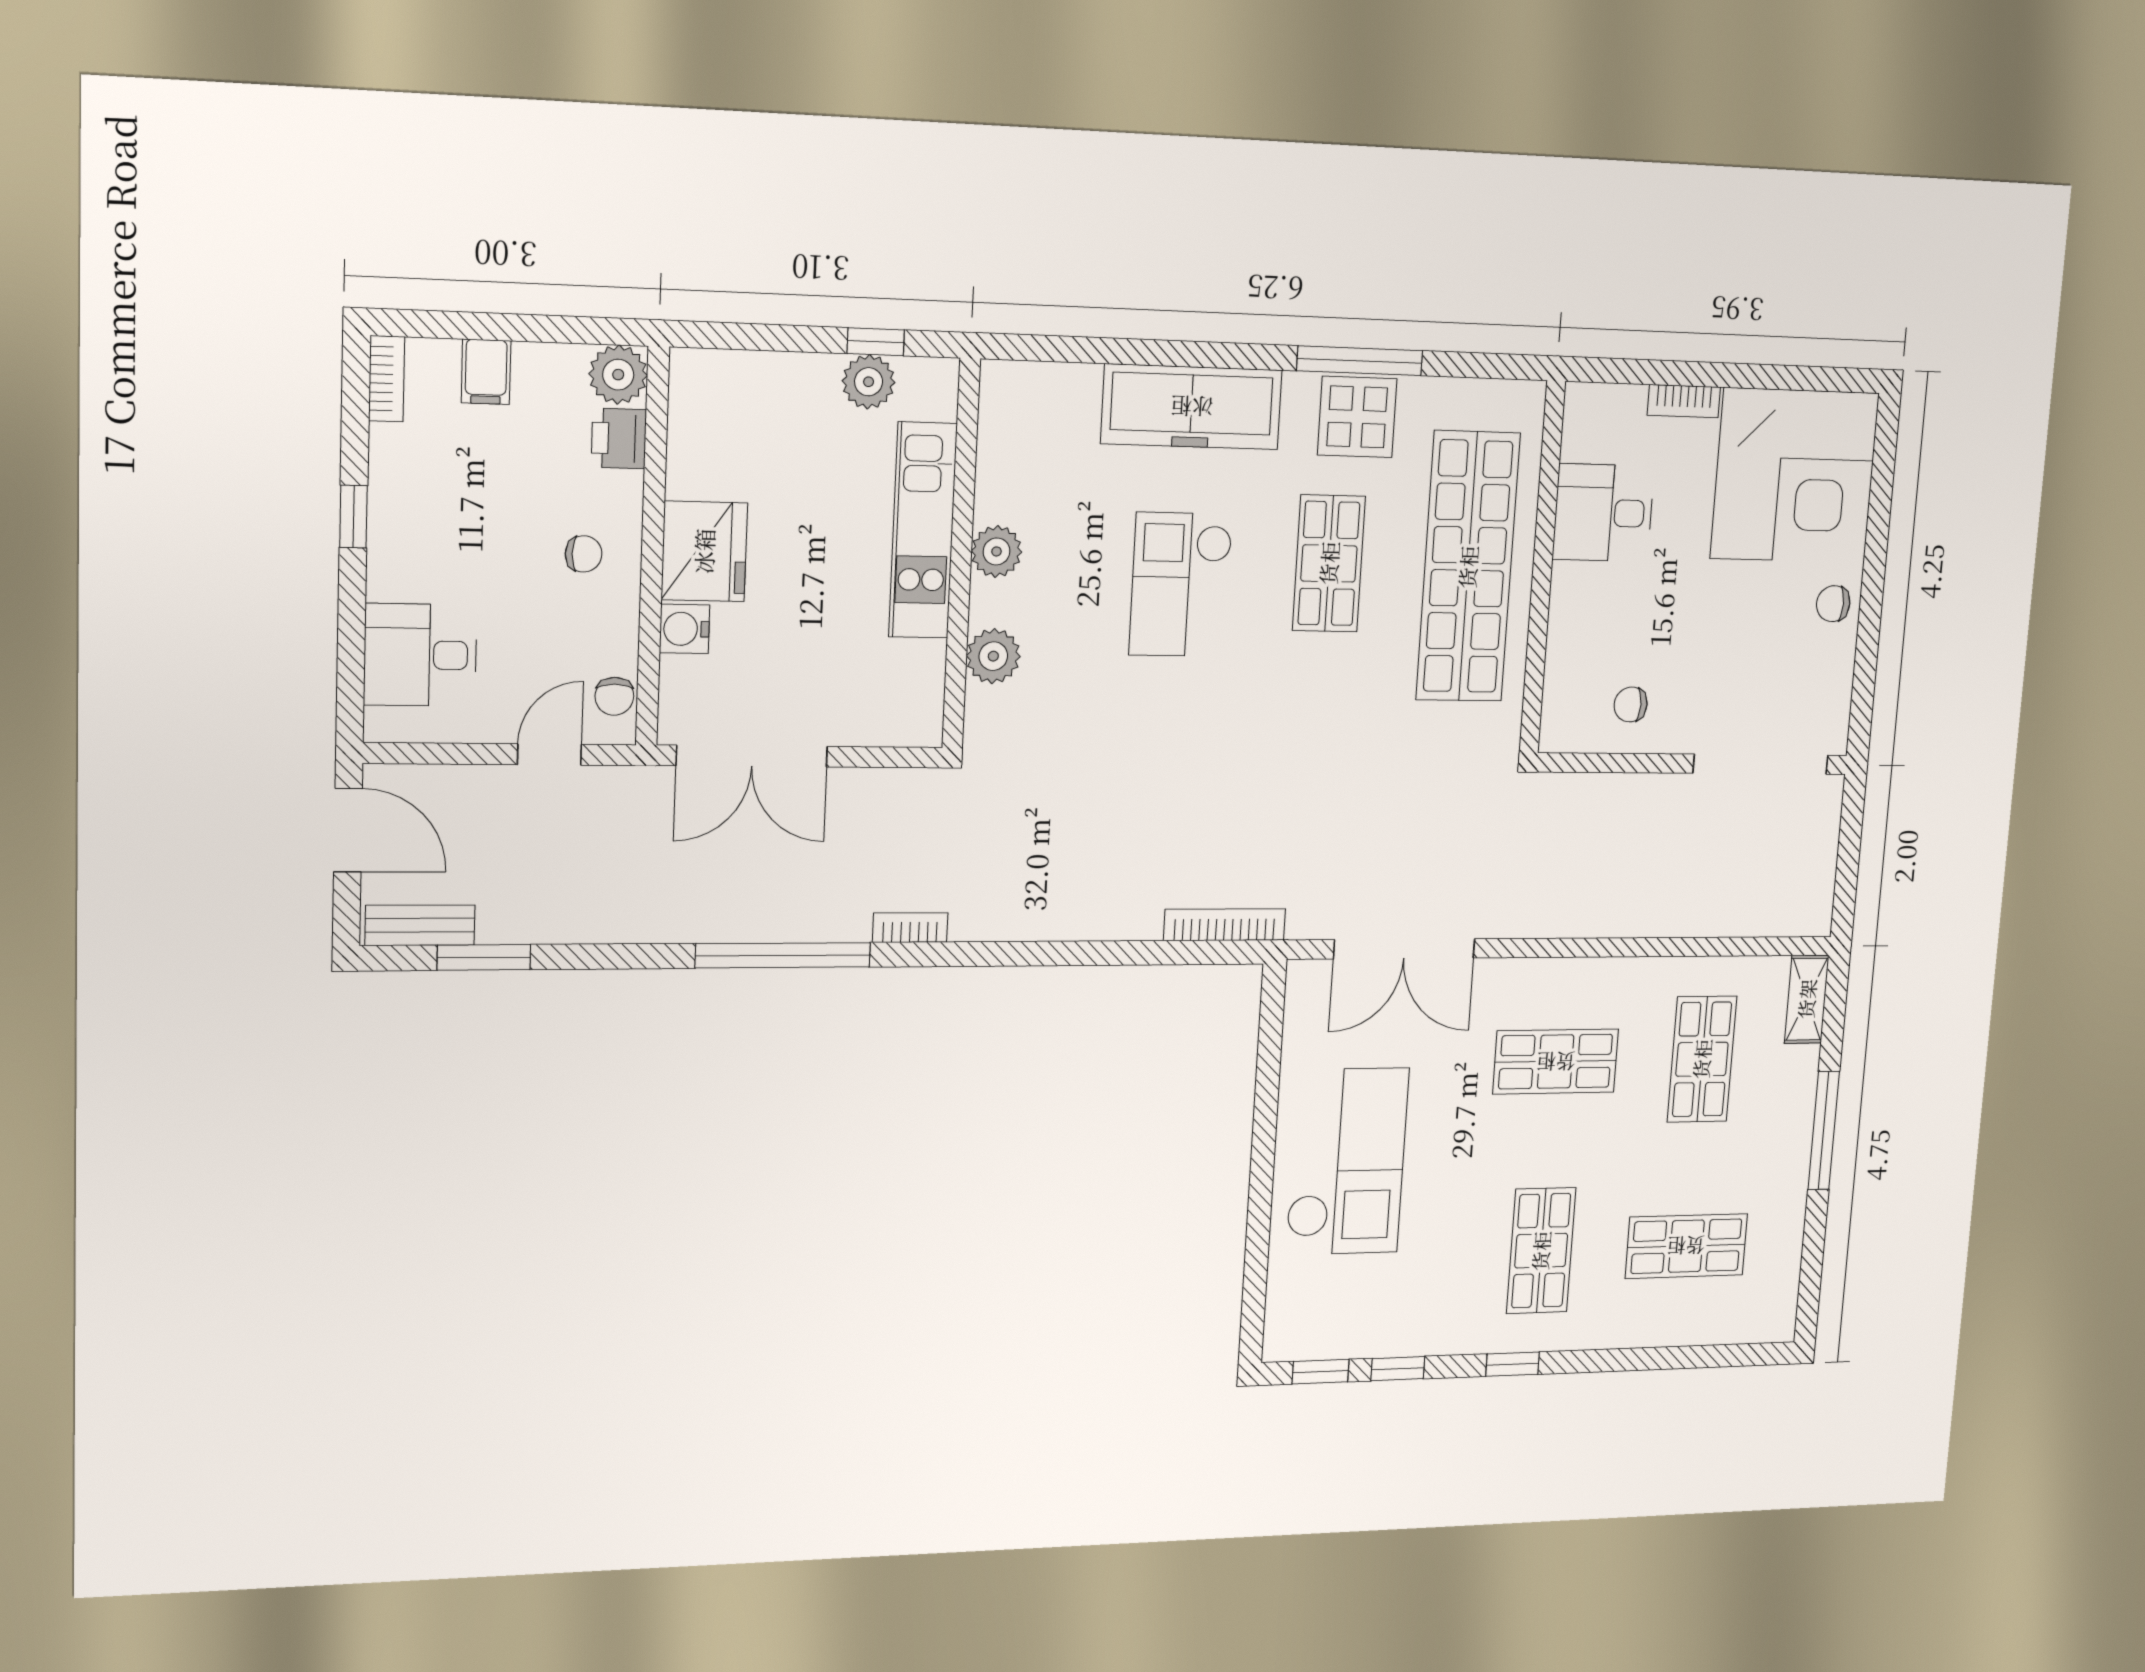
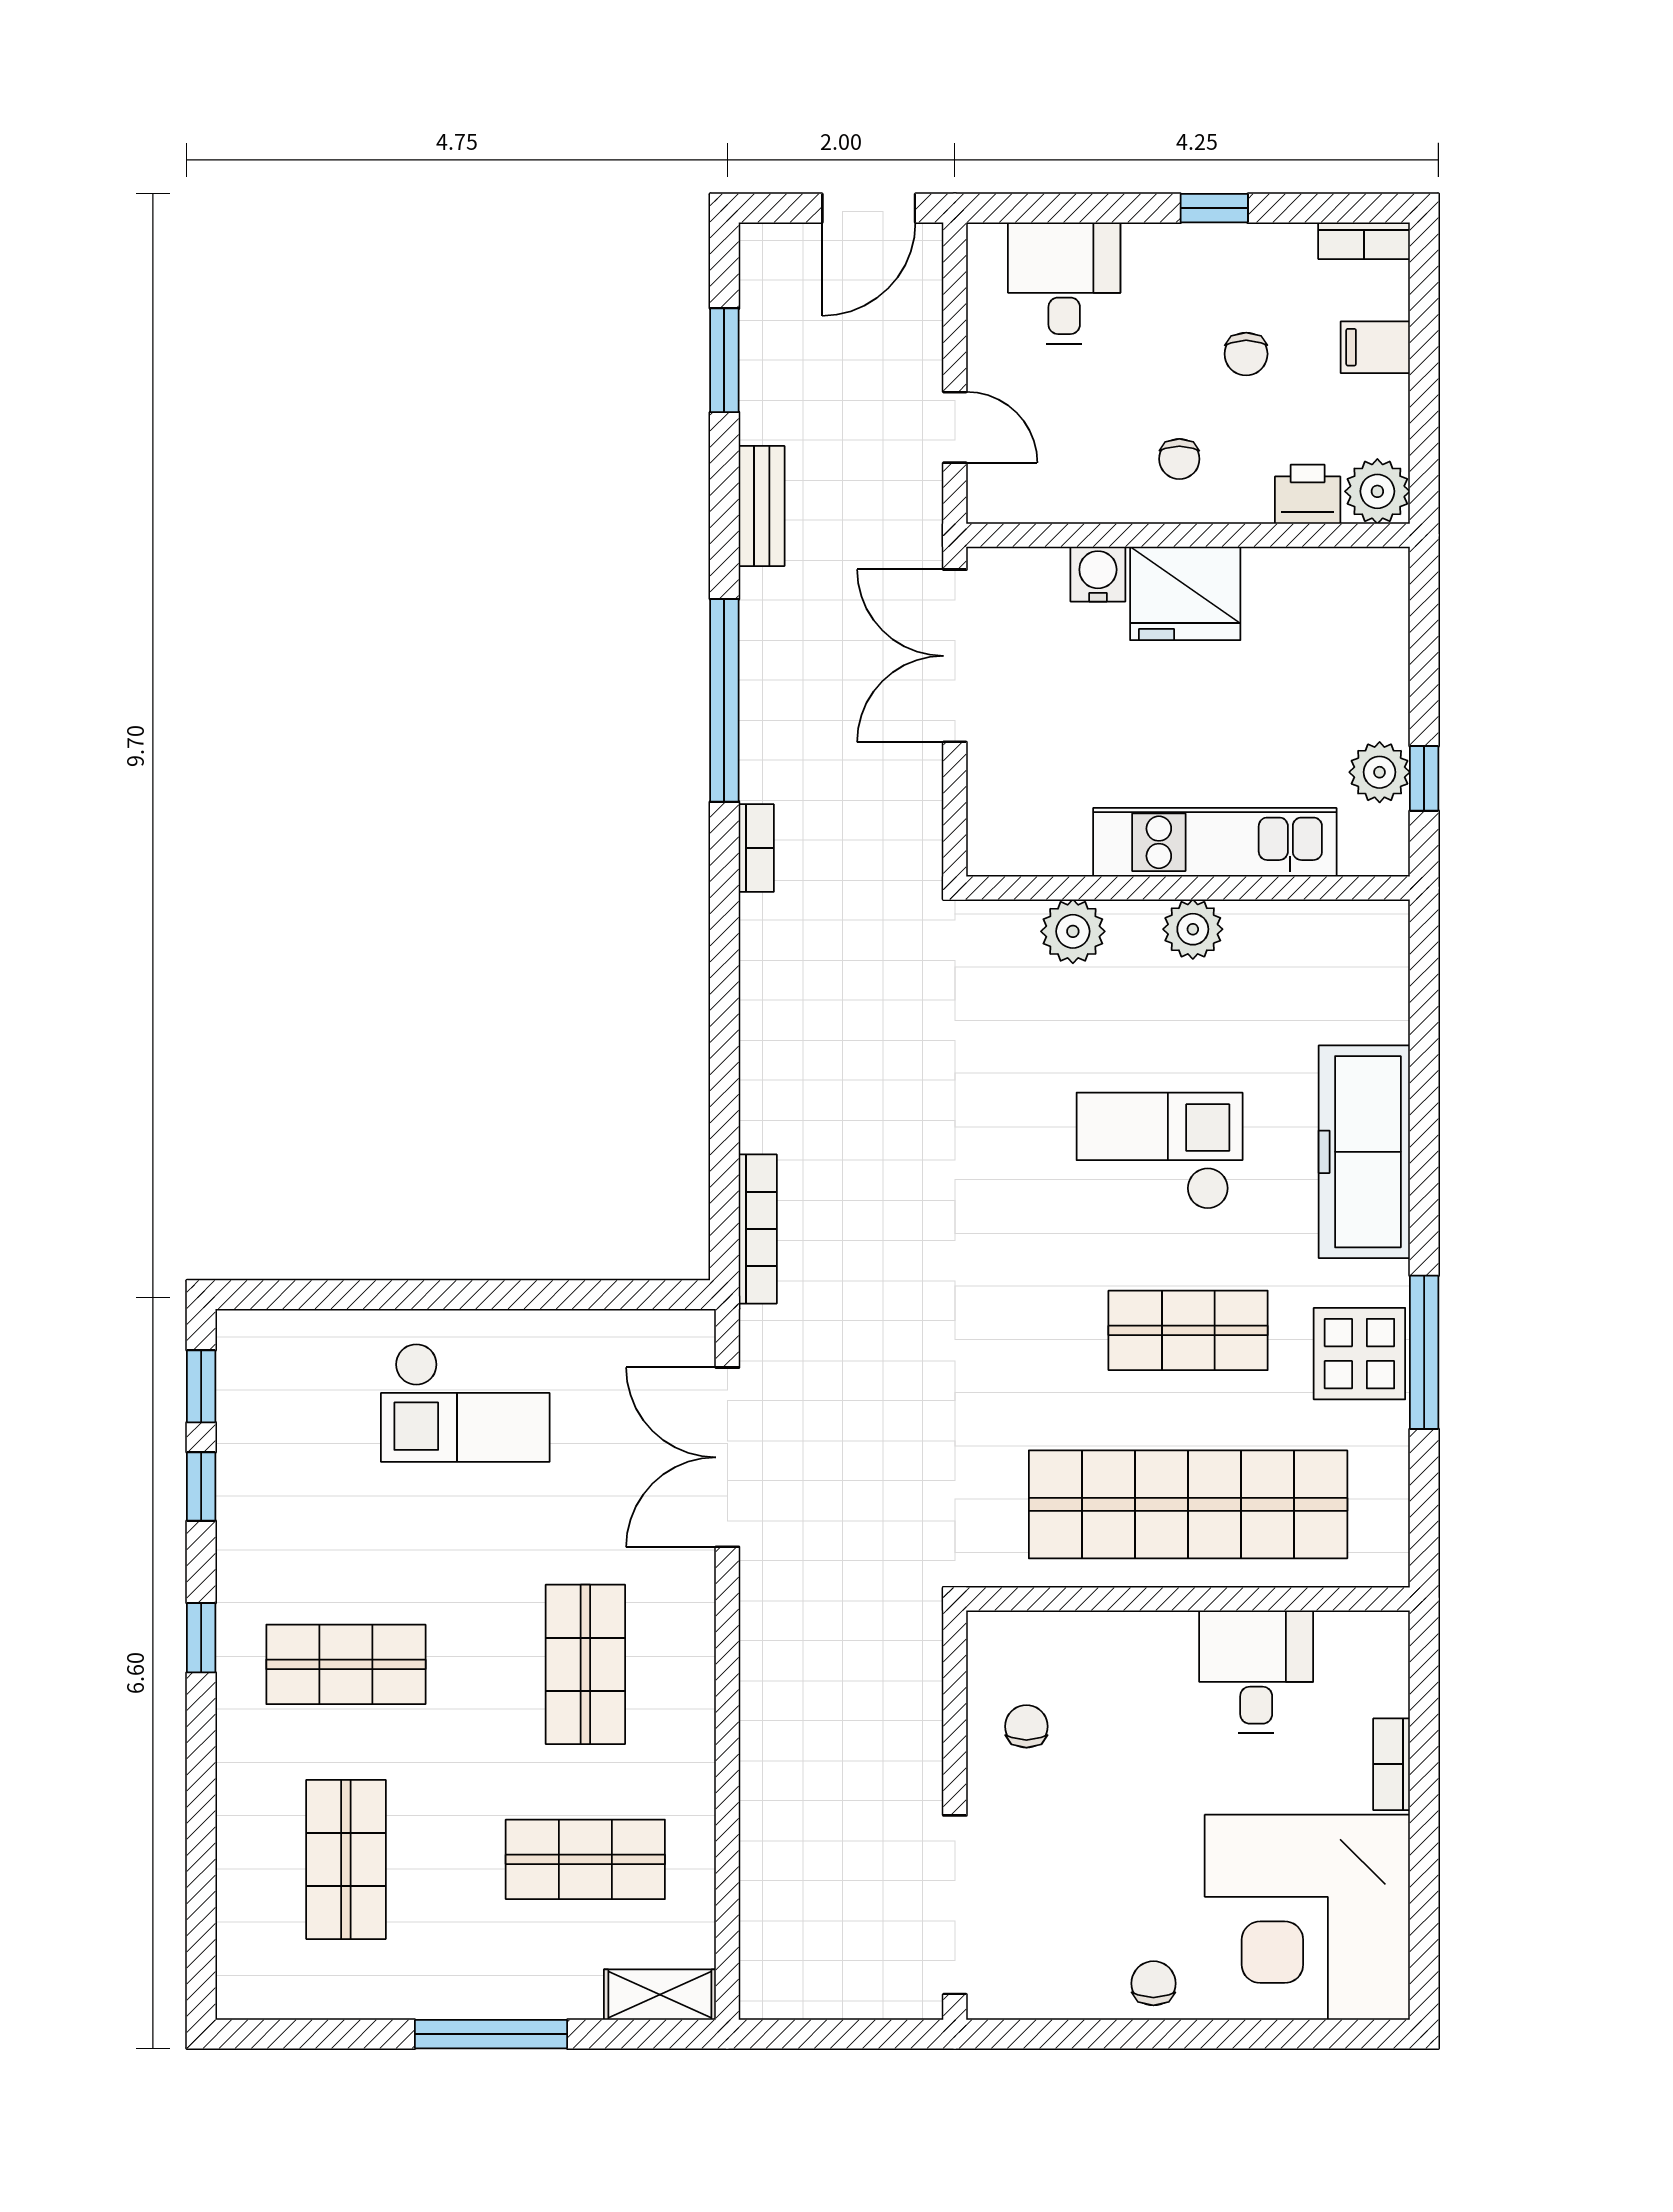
chair: (614, 696) -> (1246, 354), moved, turned -90
bench: (420, 925) -> (762, 506), moved
checkout: (1347, 1161) -> (465, 1402), width x0.73, depth x0.83

